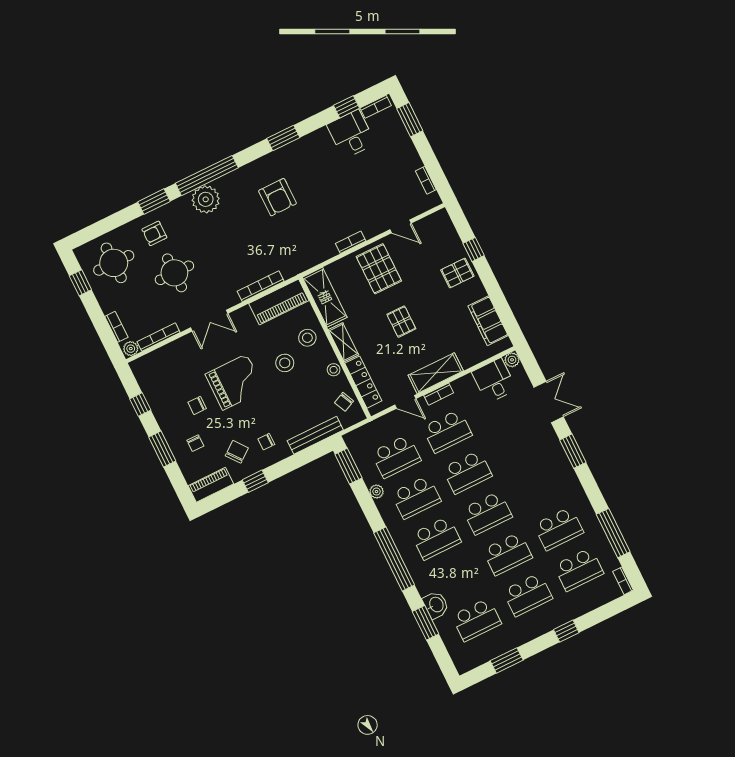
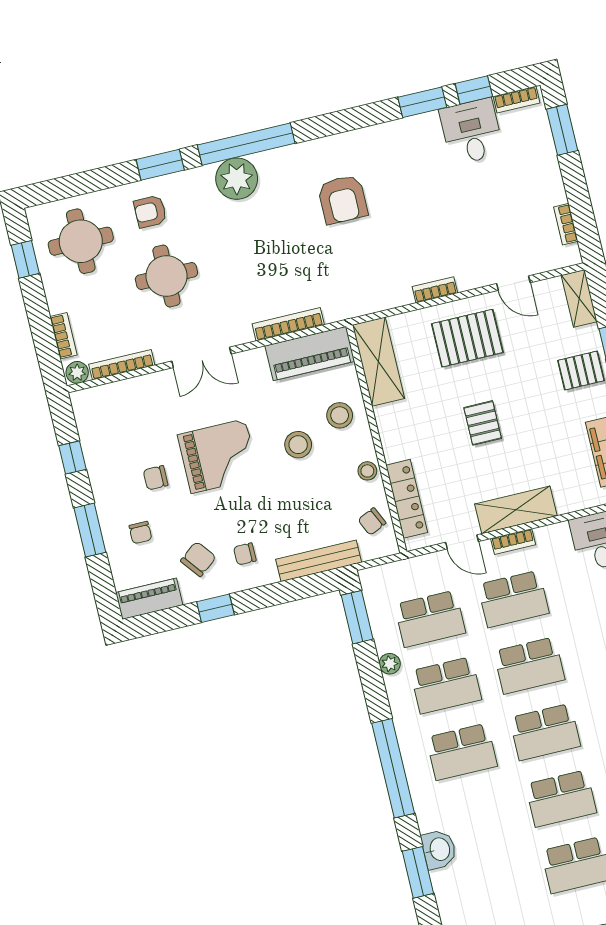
window: (283, 138) -> (422, 102), moved
pallet: (379, 269) -> (467, 338), turned 90
shelving: (343, 342) -> (579, 298), moved
school desk: (476, 620) -> (493, 885), removed

